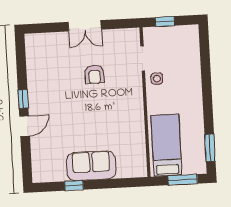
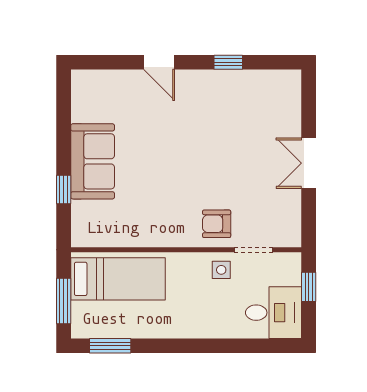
desk: (183, 43) -> (274, 313), added
armchair: (95, 74) -> (217, 224), moved
window: (23, 99) -> (228, 62), moved
window: (74, 186) -> (64, 190), moved

